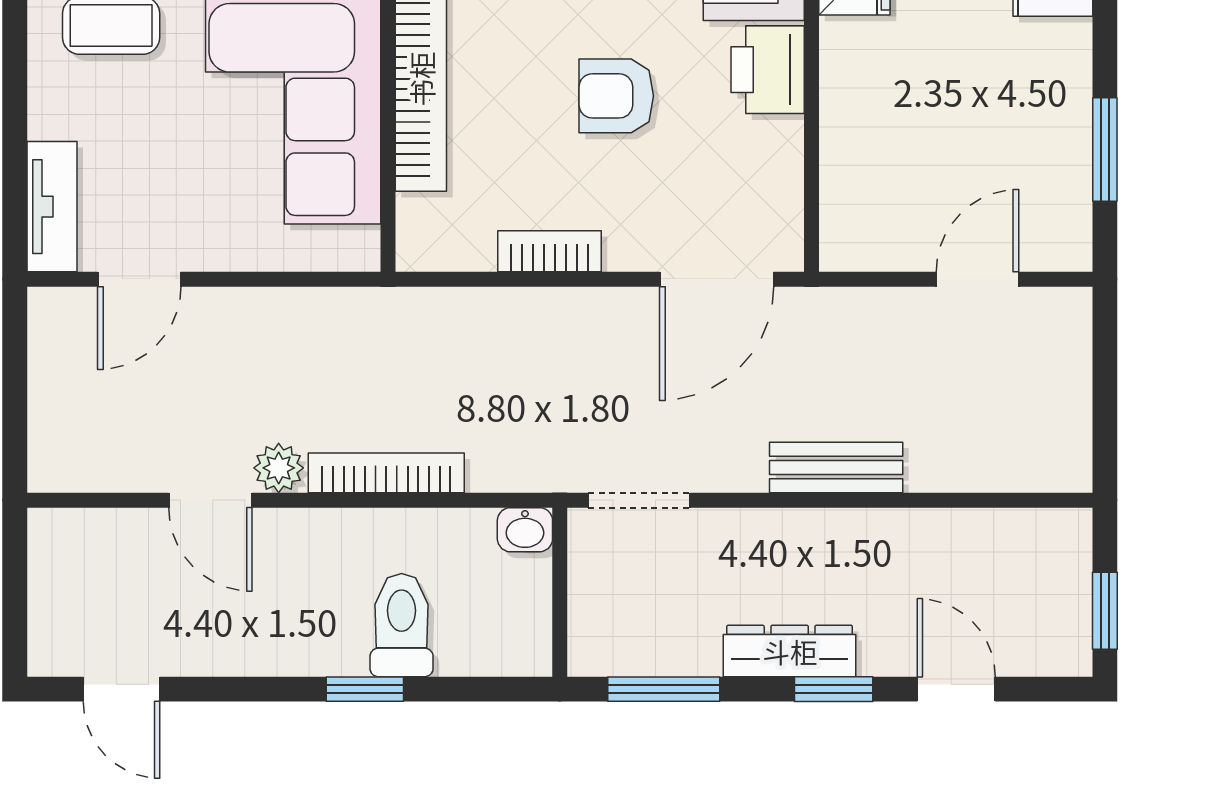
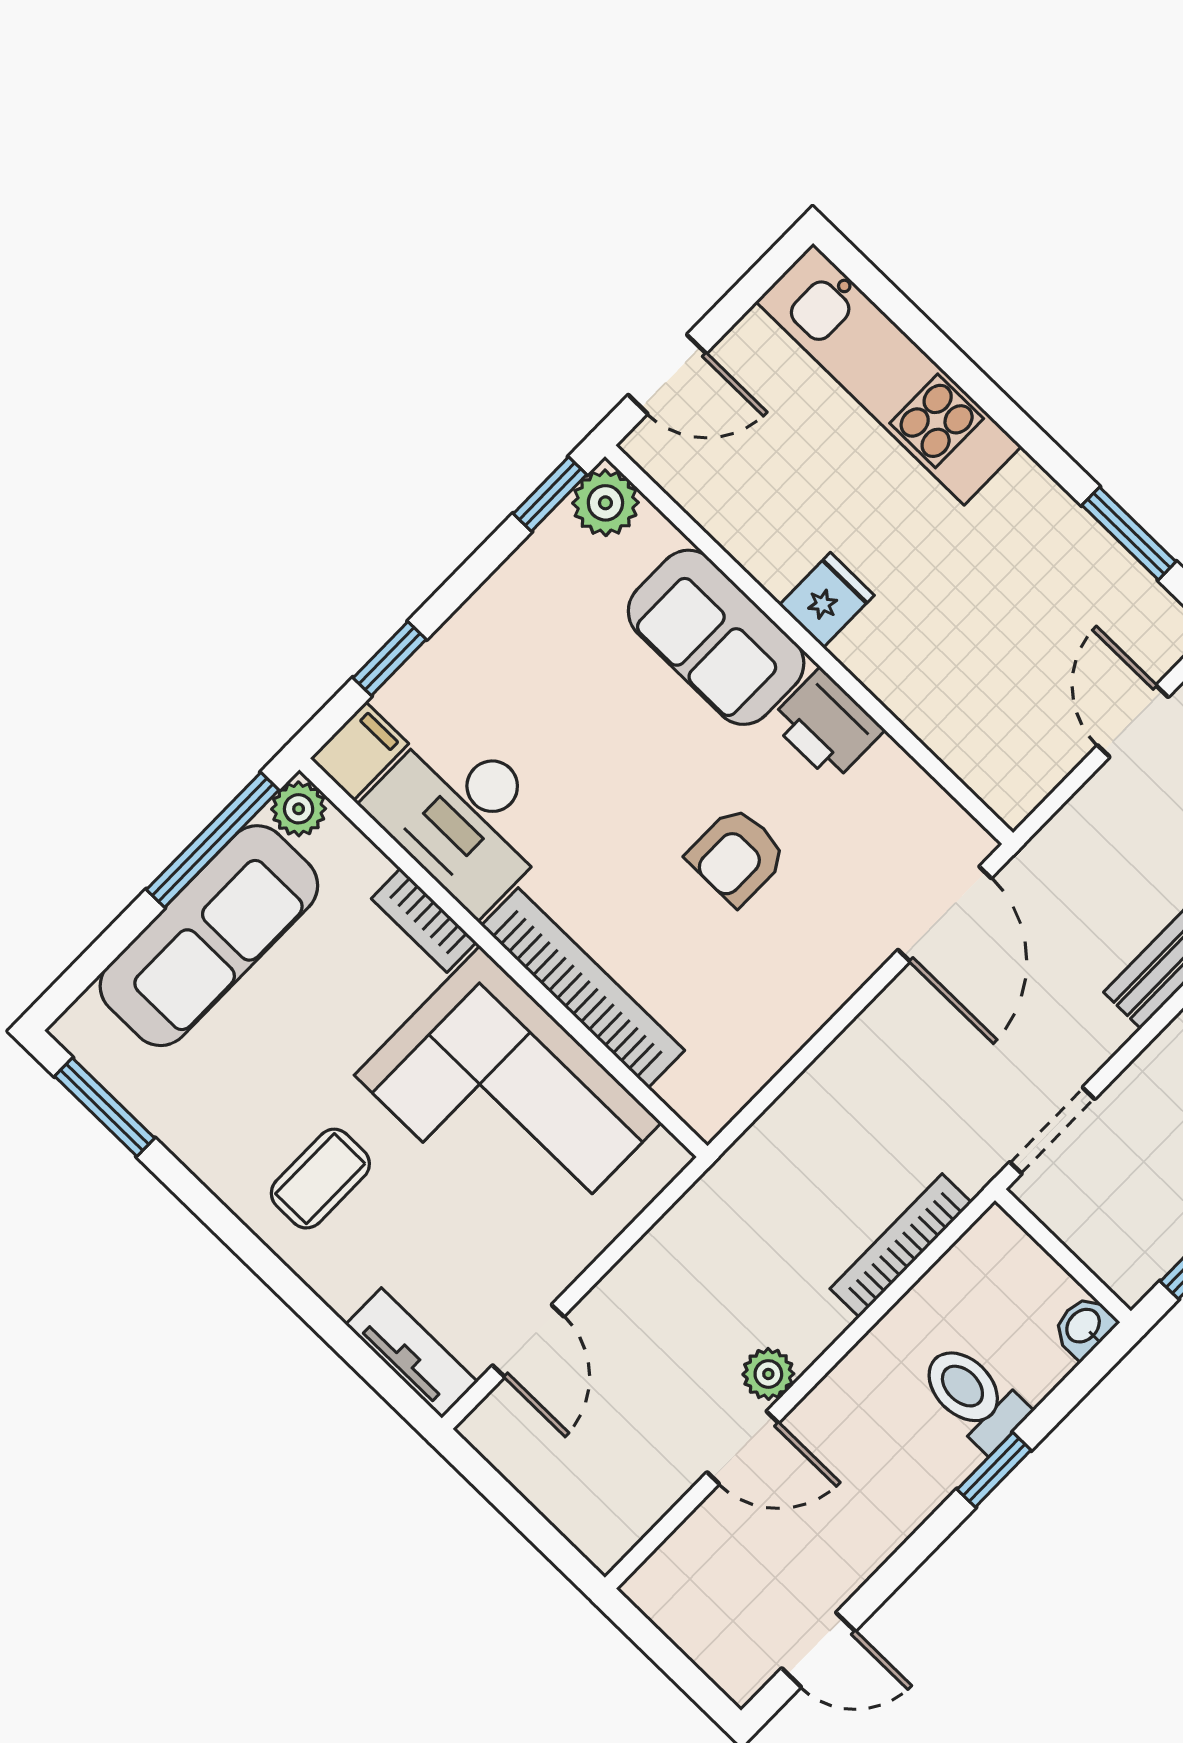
bookcase: (550, 251) -> (803, 1017), removed
bookcase: (386, 473) -> (901, 1245), moved
washbasin: (525, 530) -> (1084, 1327), moved, turned 180

